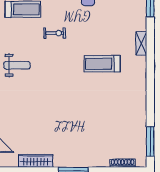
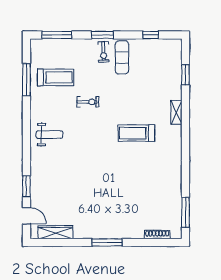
wardrobe: (36, 161) -> (55, 232), moved

